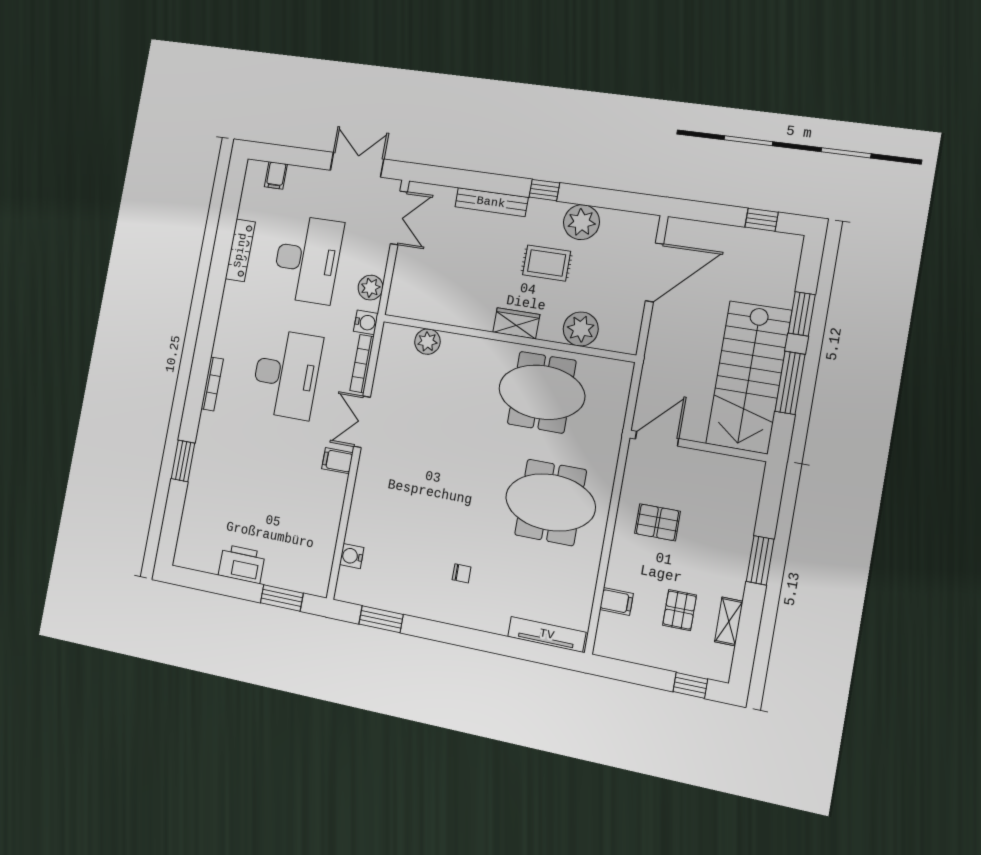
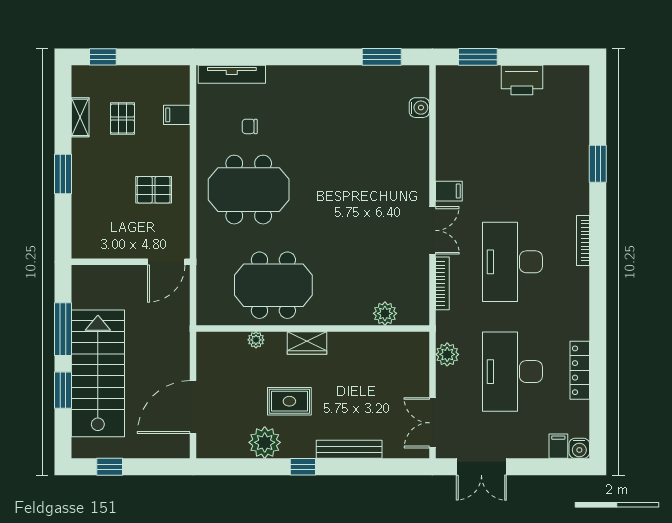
water cooler: (366, 322) -> (579, 448), moved, turned -90
plant: (581, 329) -> (256, 340), width x0.53, depth x0.53
stairs: (749, 377) -> (98, 373), moved
chair: (462, 573) -> (250, 126), moved

